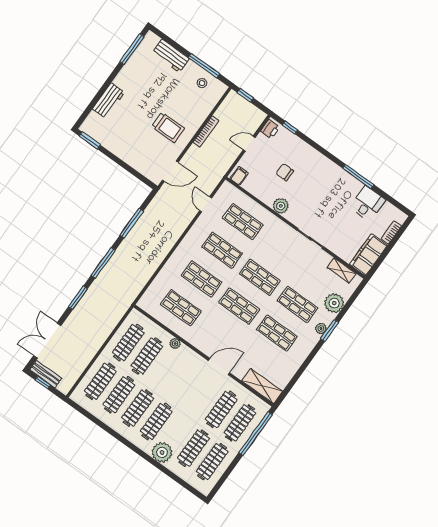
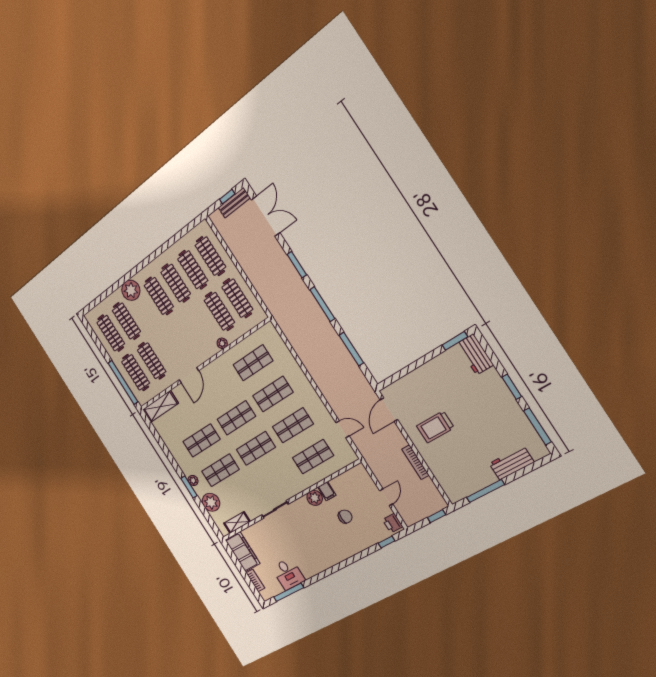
window: (109, 82) -> (512, 387), added
stool: (202, 83) -> (468, 481), removed
workbench: (109, 101) -> (475, 354), moved
filing cabinet: (239, 176) -> (327, 491), moved
window: (358, 176) -> (289, 592), moved

